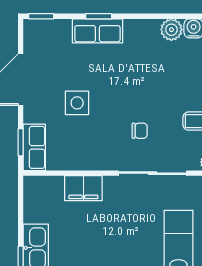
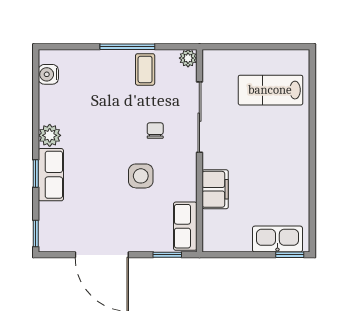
plant: (171, 30) -> (50, 135), moved
side table: (77, 103) -> (141, 176), moved
row of seats: (34, 147) -> (185, 226), moved, turned -90

